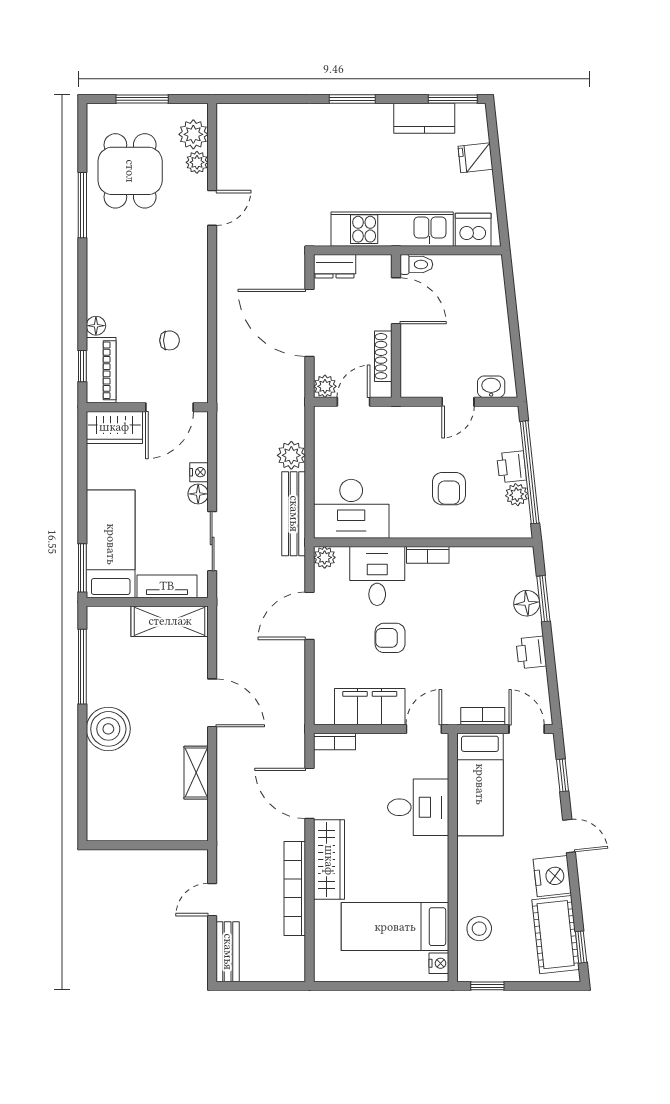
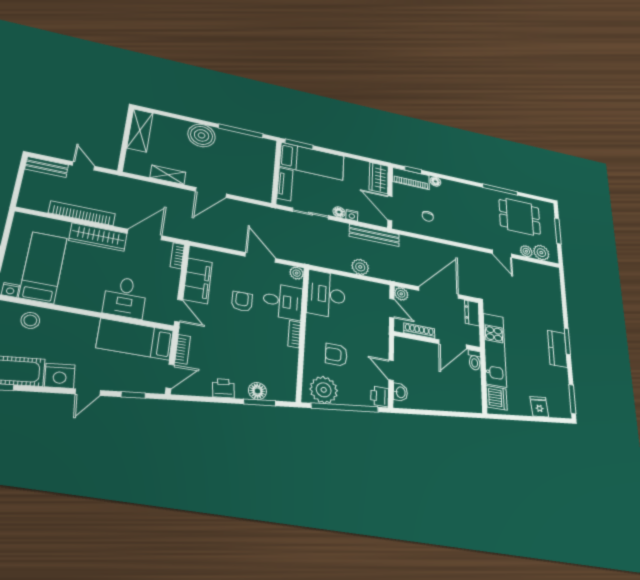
kitchen counter: (424, 118) -> (557, 349), moved
printer: (512, 467) -> (380, 396), moved, turned -84
plant: (517, 495) -> (324, 390), width x1.88, depth x1.88
bench: (294, 514) -> (374, 235), moved
shelving: (170, 621) -> (140, 130), moved

